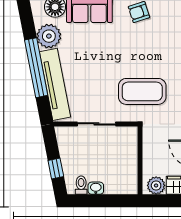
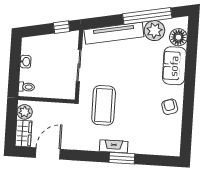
window: (36, 68) -> (147, 16), moved
window: (56, 168) -> (62, 27), moved
toilet: (81, 185) -> (27, 87), moved

